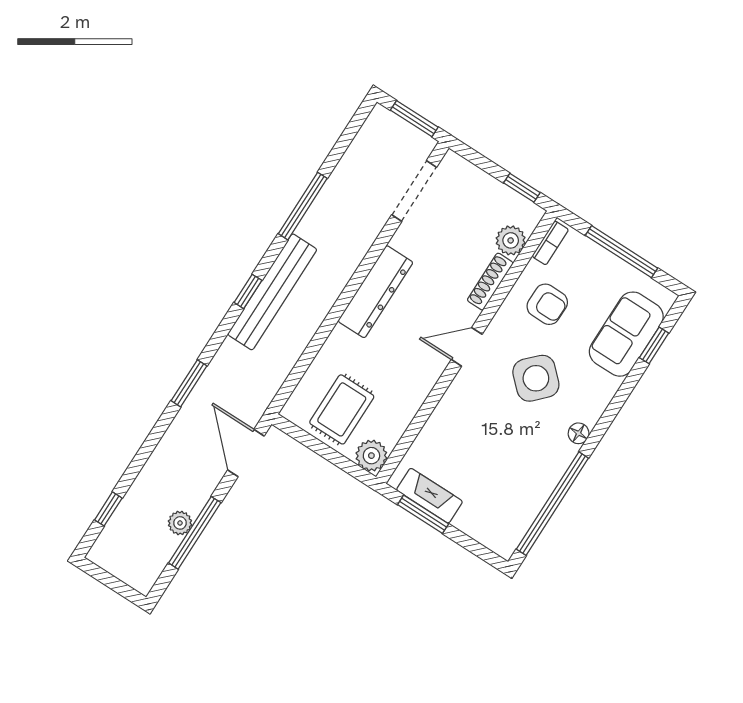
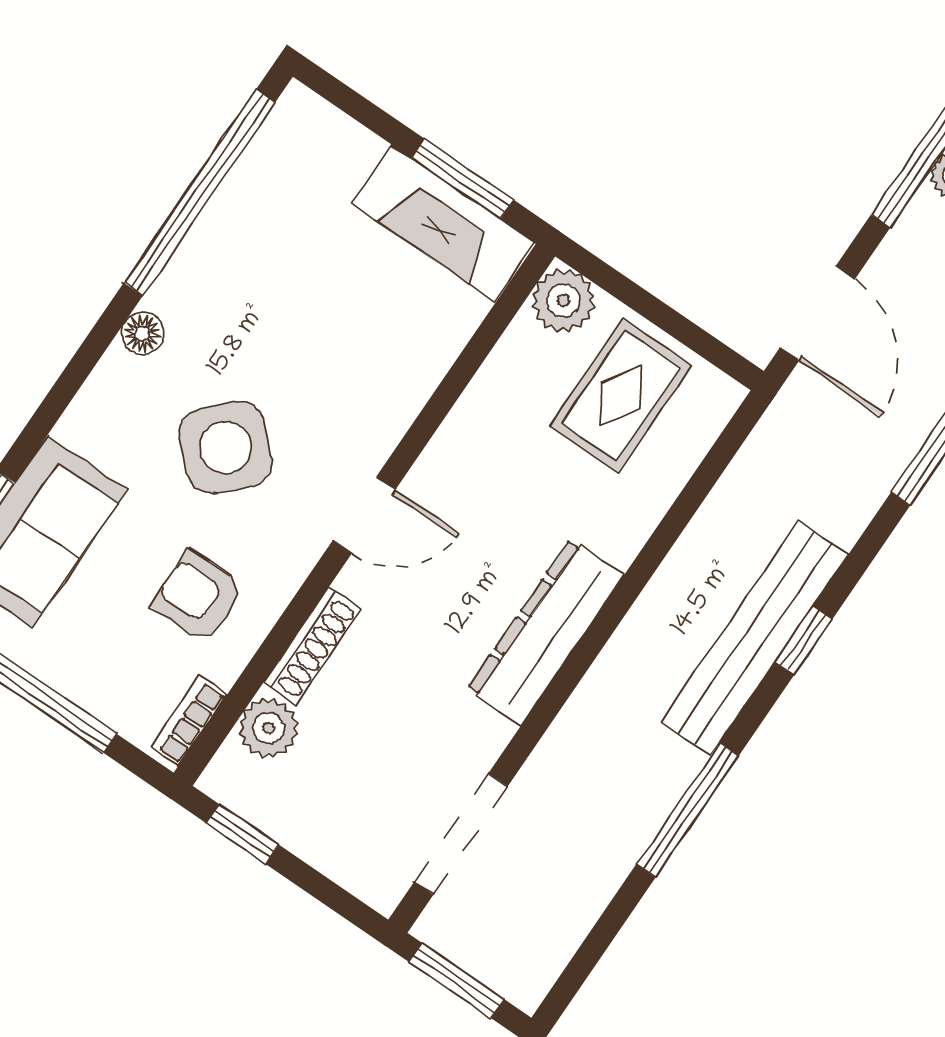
fireplace: (430, 496) -> (443, 223), width x1.37, depth x1.32

